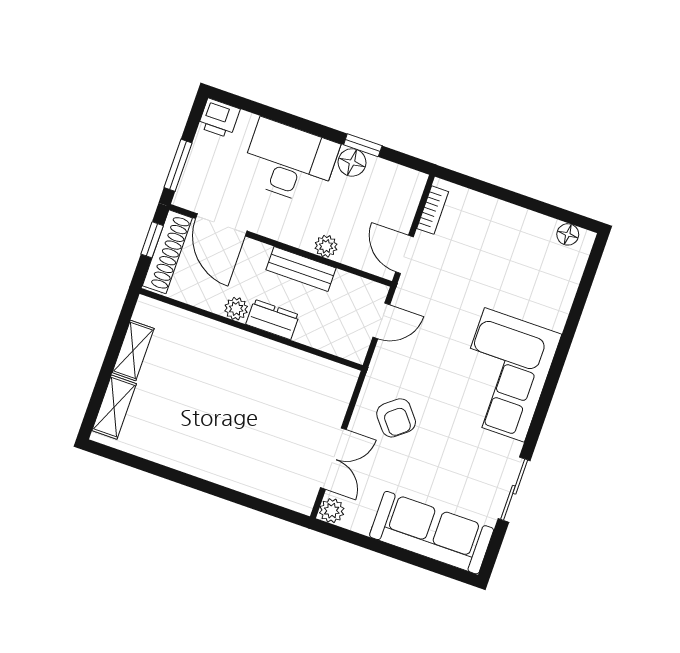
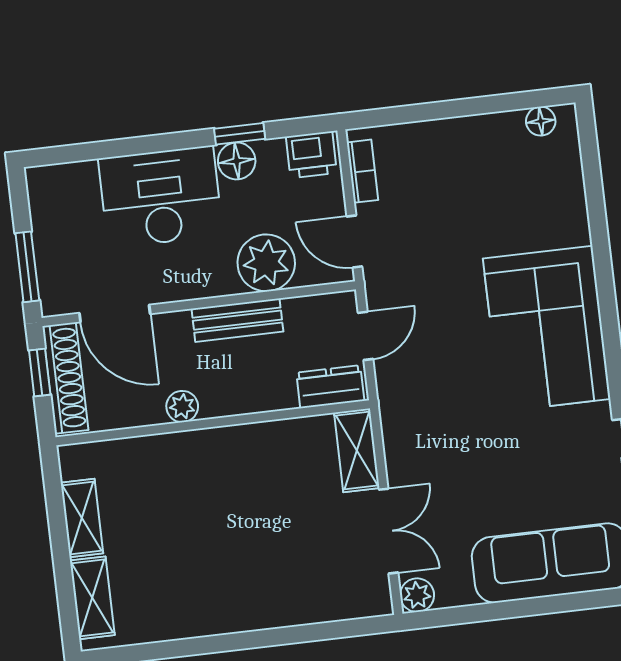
printer: (219, 118) -> (311, 155), moved
plant: (326, 246) -> (266, 263), width x1.88, depth x1.88
dresser: (272, 319) -> (330, 387), moved
shelving: (338, 395) -> (357, 450), added
armchair: (396, 418) -> (441, 445), removed

